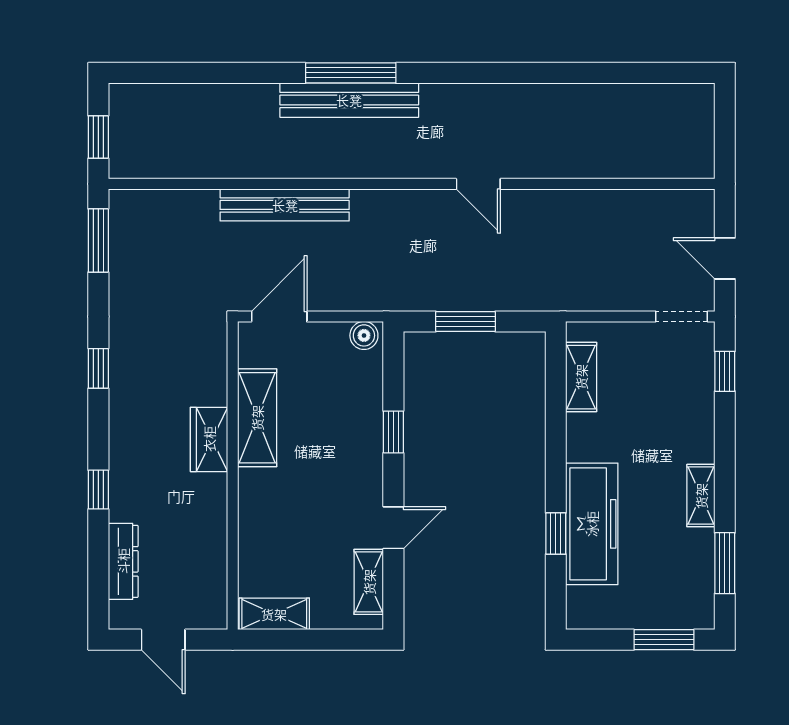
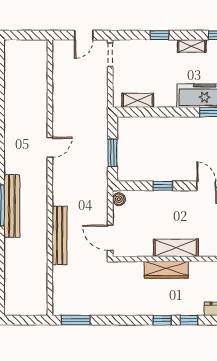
window: (98, 137) -> (29, 320), removed
window: (98, 368) -> (162, 320), moved
window: (725, 371) -> (160, 35), moved
shelving: (257, 418) -> (176, 248), moved
wardrobe: (209, 439) -> (166, 270), width x1.50

